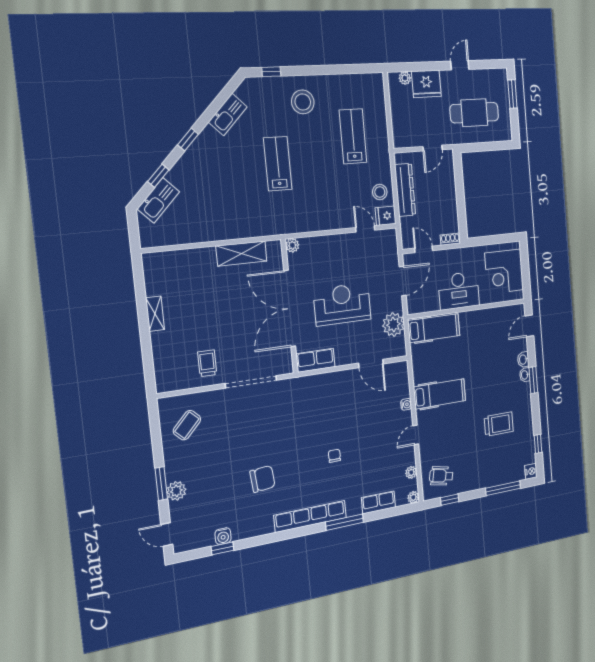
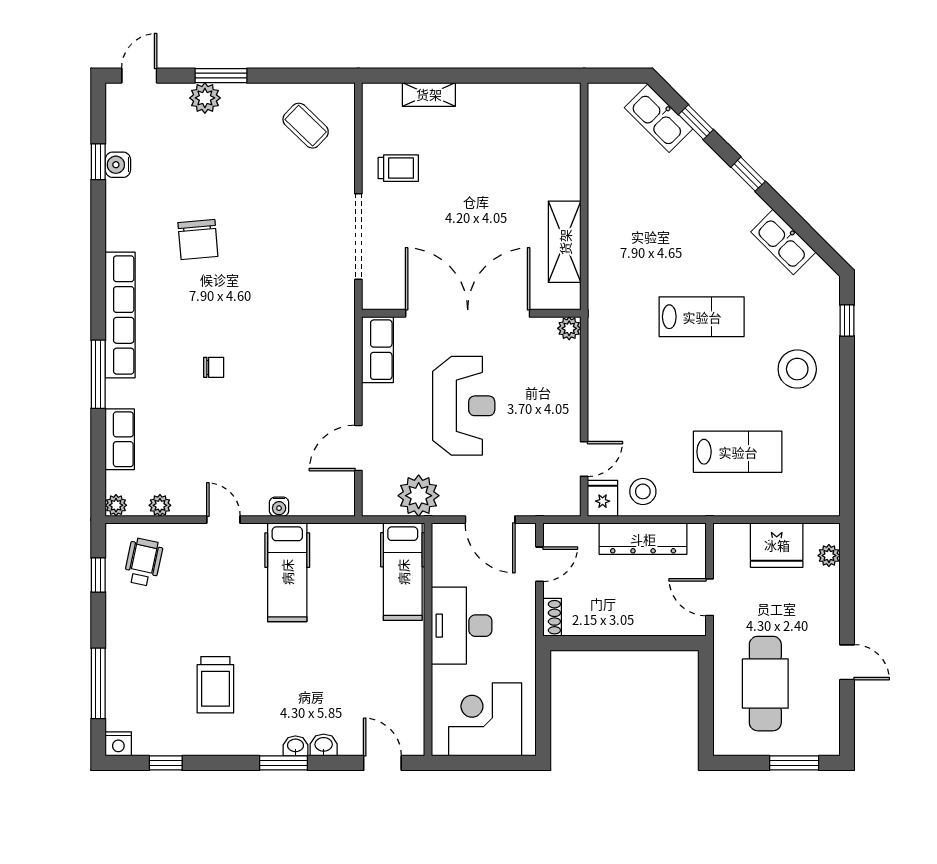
fridge: (426, 84) -> (777, 545), moved, turned -90
shelving: (155, 314) -> (429, 94), moved

